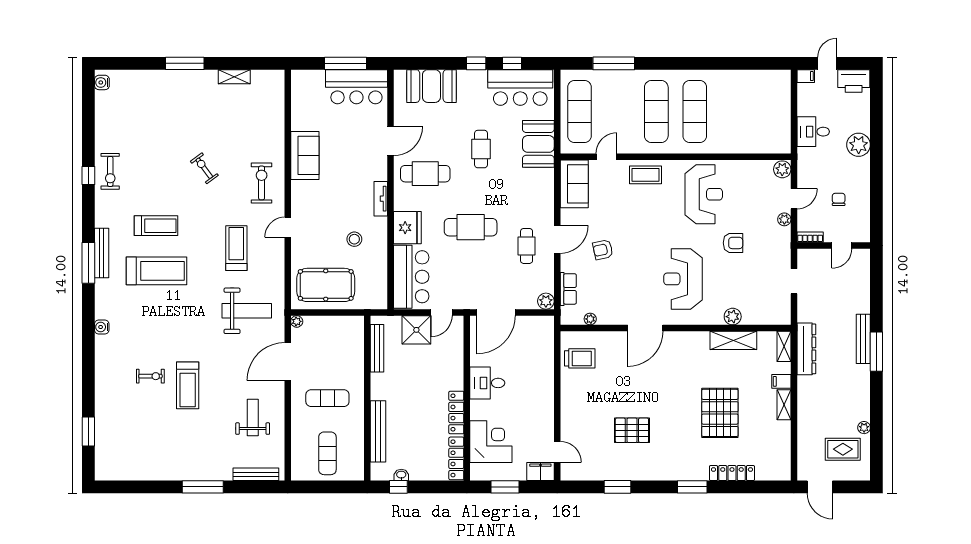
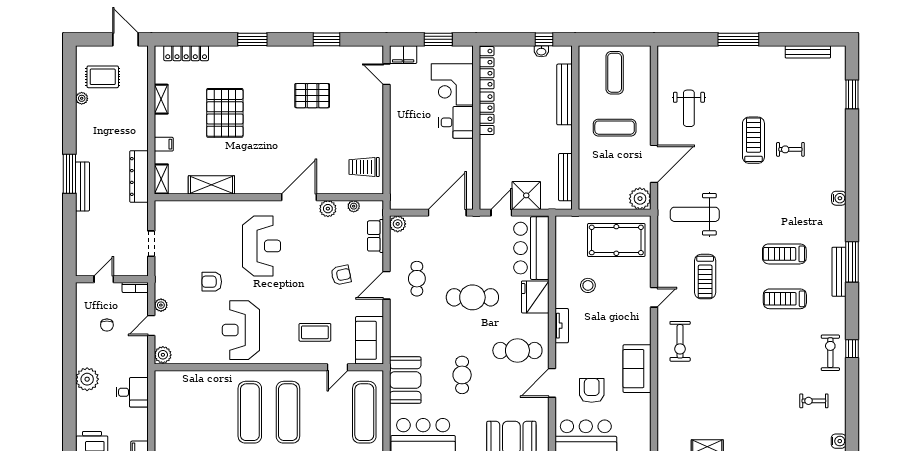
armchair: (350, 133) -> (592, 390), added
exercise bike: (204, 168) -> (814, 401), moved, turned 126
coffee table: (645, 175) -> (315, 332), moved
treadmill: (157, 271) -> (784, 254), width x0.73, depth x0.73
plant: (733, 317) -> (328, 209), moved
plant: (297, 321) -> (640, 199), width x1.87, depth x1.87
desk: (487, 383) -> (456, 122), moved
shelving: (784, 405) -> (161, 99), moved
locker: (732, 473) -> (186, 53), moved
bench: (256, 474) -> (808, 52), moved

